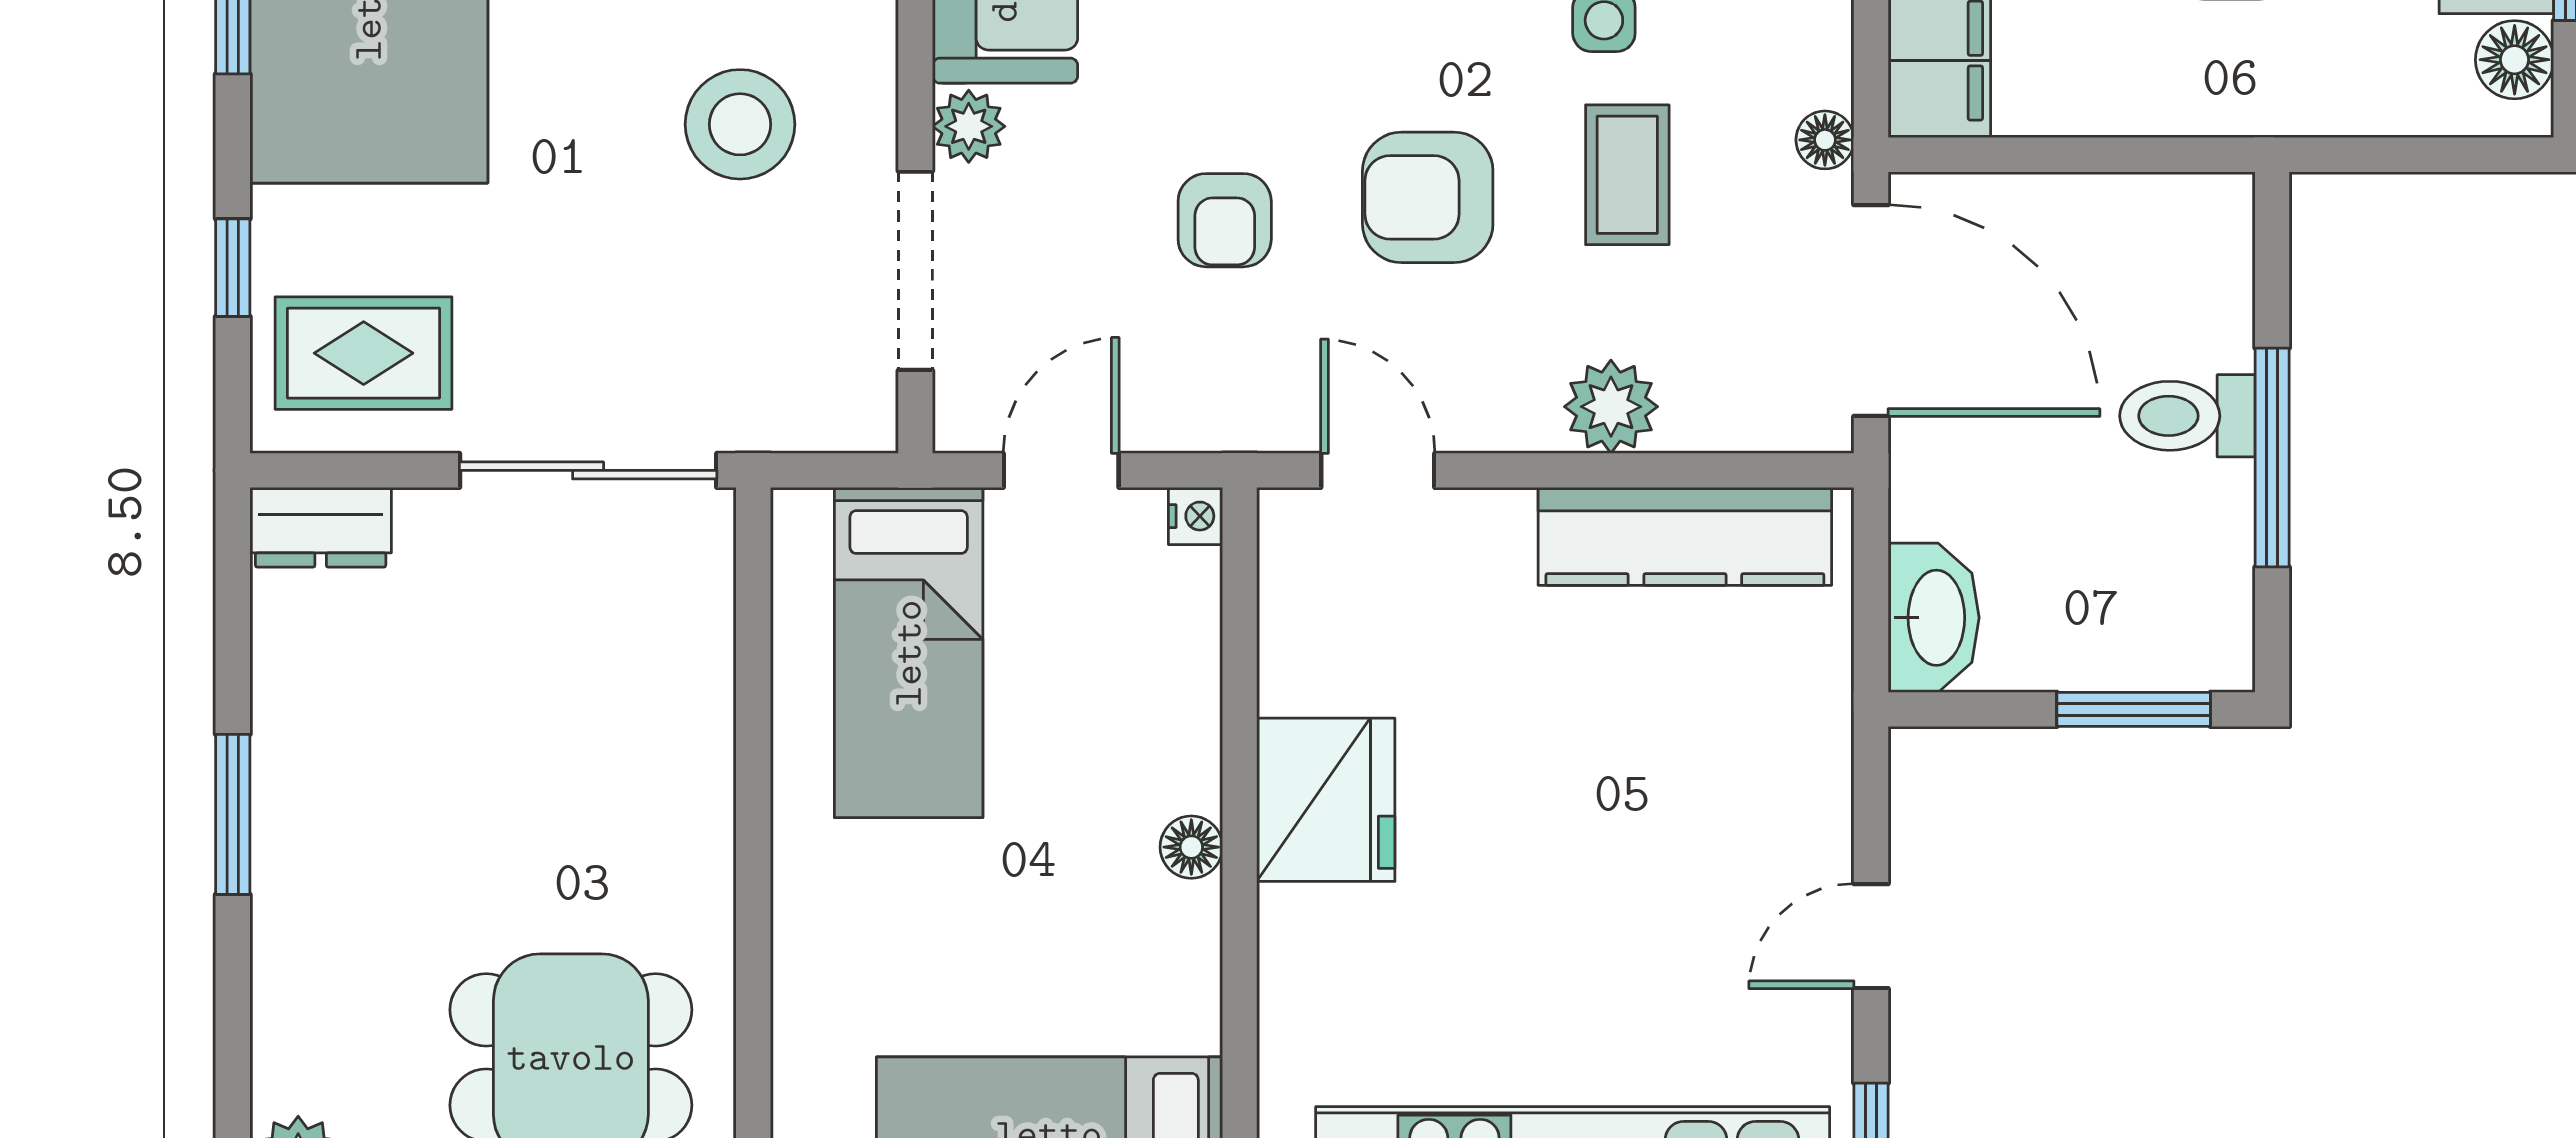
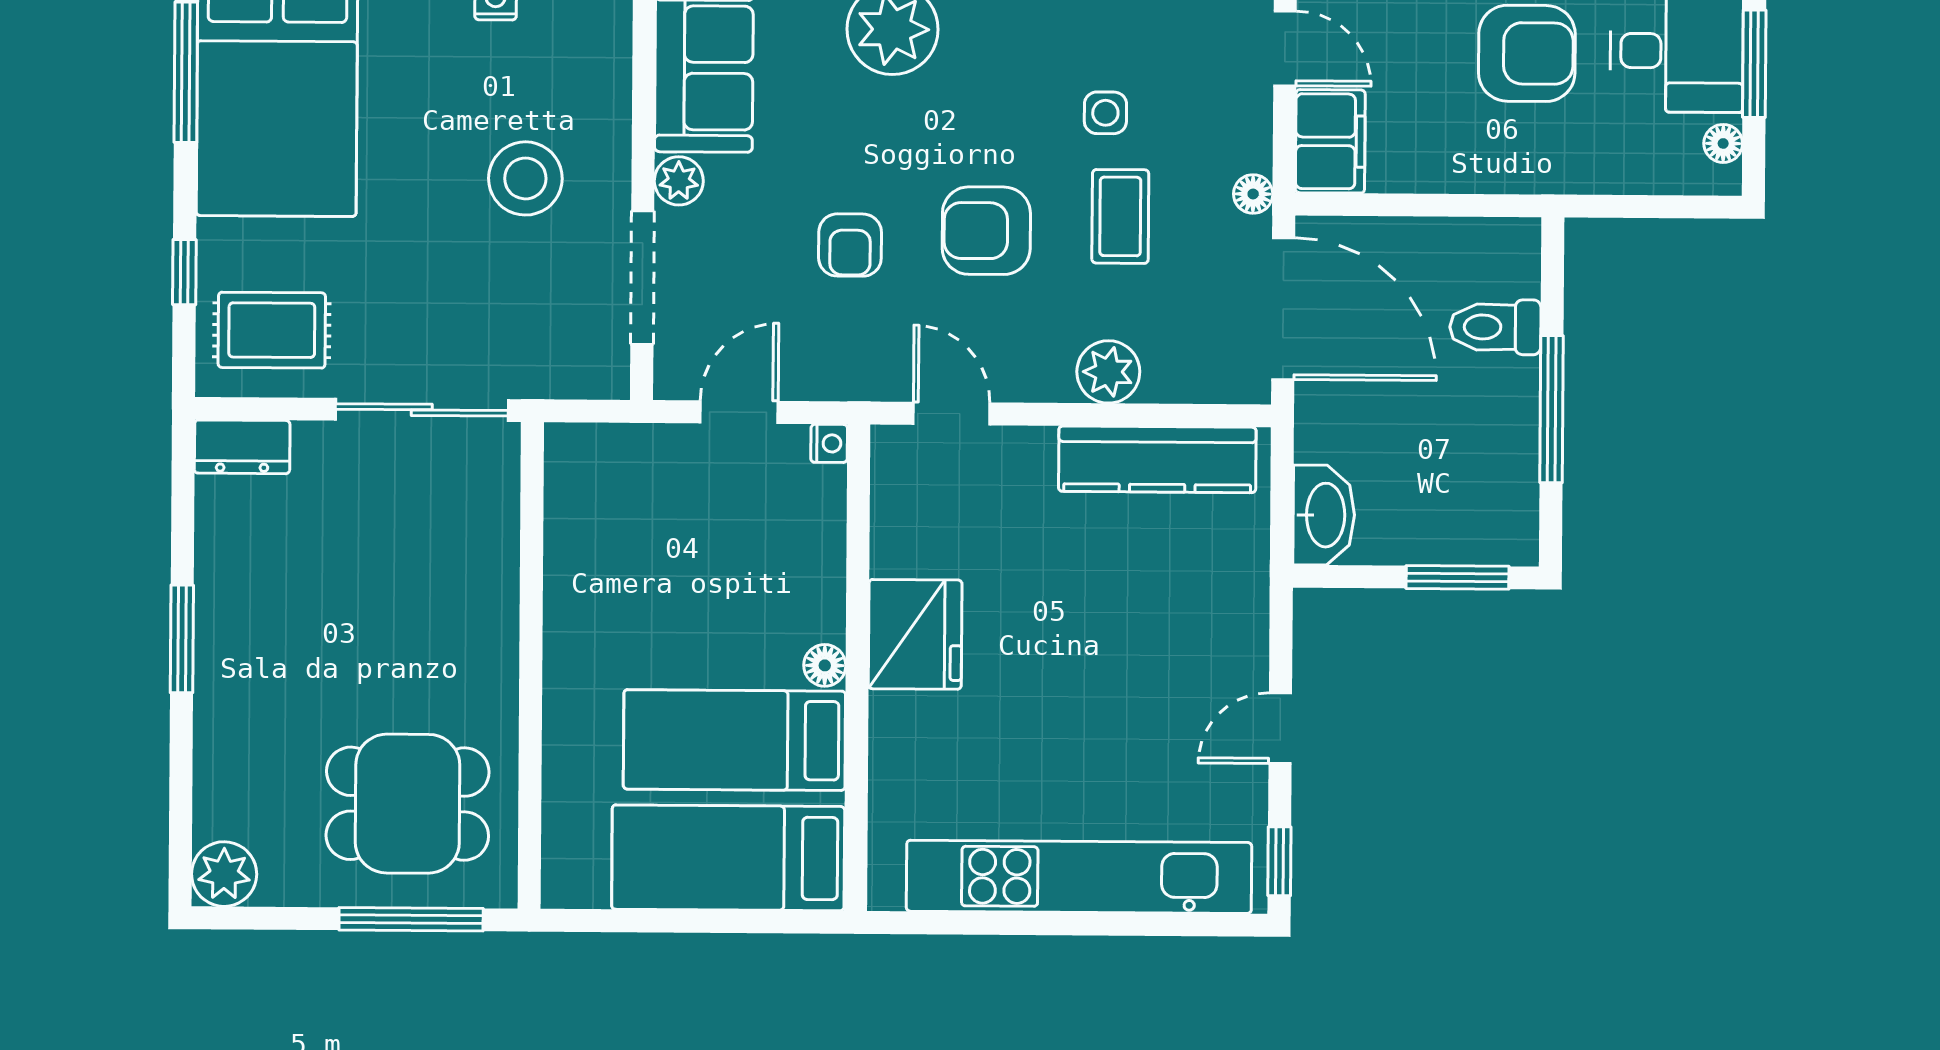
floor lamp: (2515, 60) -> (1723, 143), width x0.73, depth x0.73
toilet: (2187, 416) -> (1495, 327), moved
bed: (909, 653) -> (734, 740), moved, turned 90

